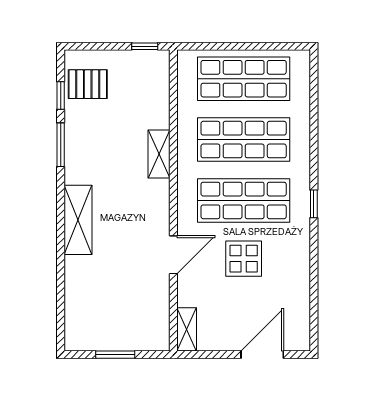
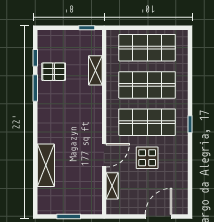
pallet: (88, 84) -> (54, 72), moved
shelving: (159, 154) -> (95, 70), moved
shelving: (78, 220) -> (46, 165), moved
shelving: (187, 329) -> (112, 186), moved

